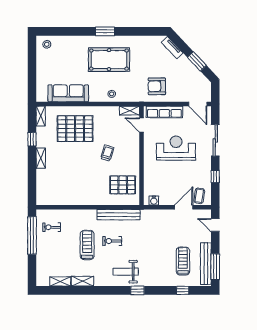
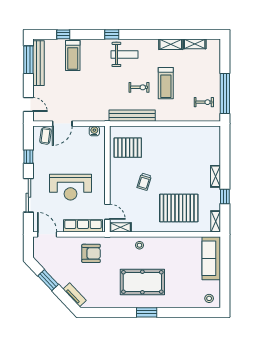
sofa: (68, 93) -> (211, 258), moved, turned 90
treadmill: (183, 261) -> (73, 56), moved

